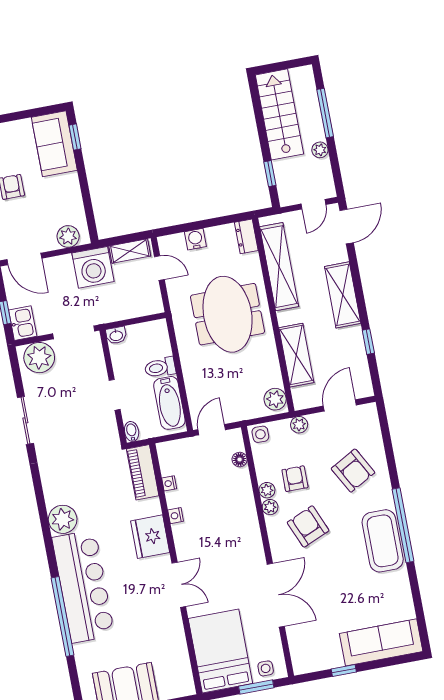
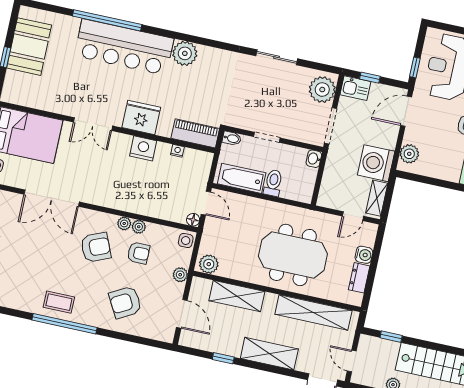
dresser: (246, 236) -> (359, 278), moved, turned -90
floor lamp: (240, 460) -> (193, 220), moved
nightstand: (176, 516) -> (143, 148), width x1.89, depth x1.79
coffee table: (383, 541) -> (59, 302), width x0.54, depth x0.58

